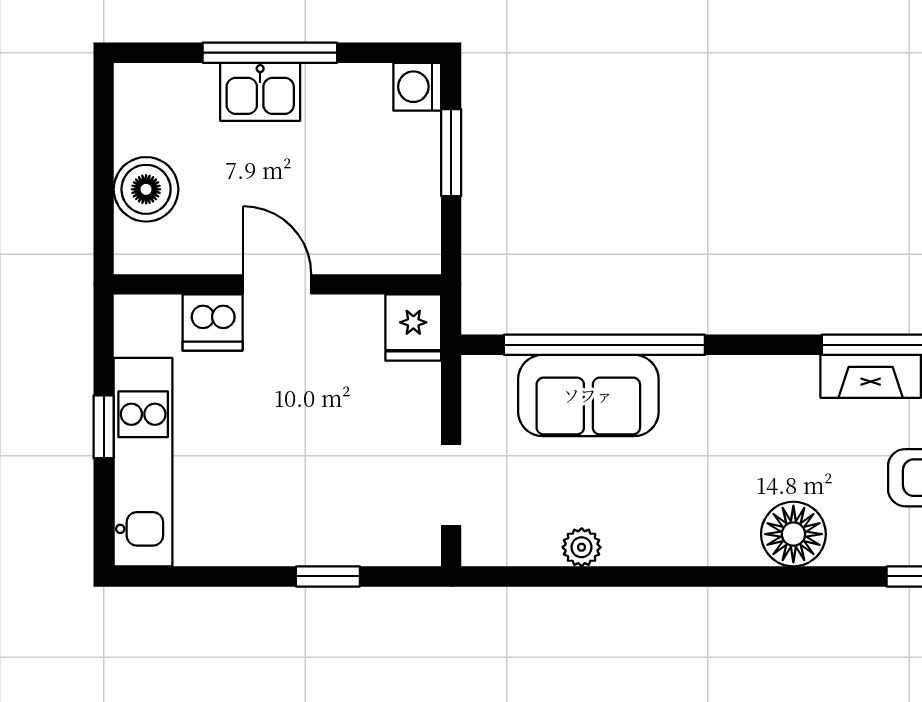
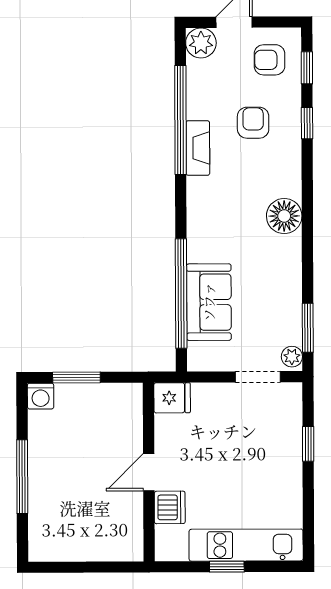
kitchen sink: (260, 92) -> (44, 482), removed
boiler: (146, 189) -> (97, 544), removed
floor lamp: (793, 534) -> (284, 216), moved
plant: (582, 547) -> (292, 357), moved
window: (541, 576) -> (308, 328), added

